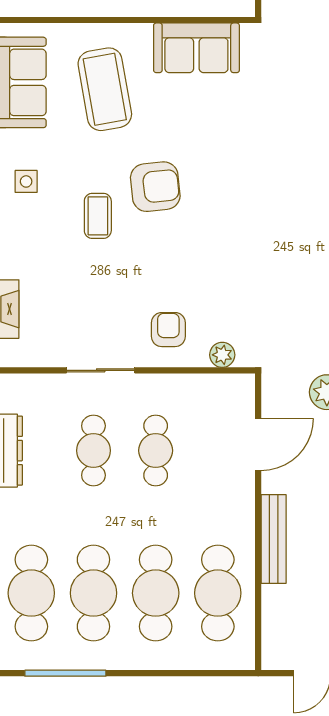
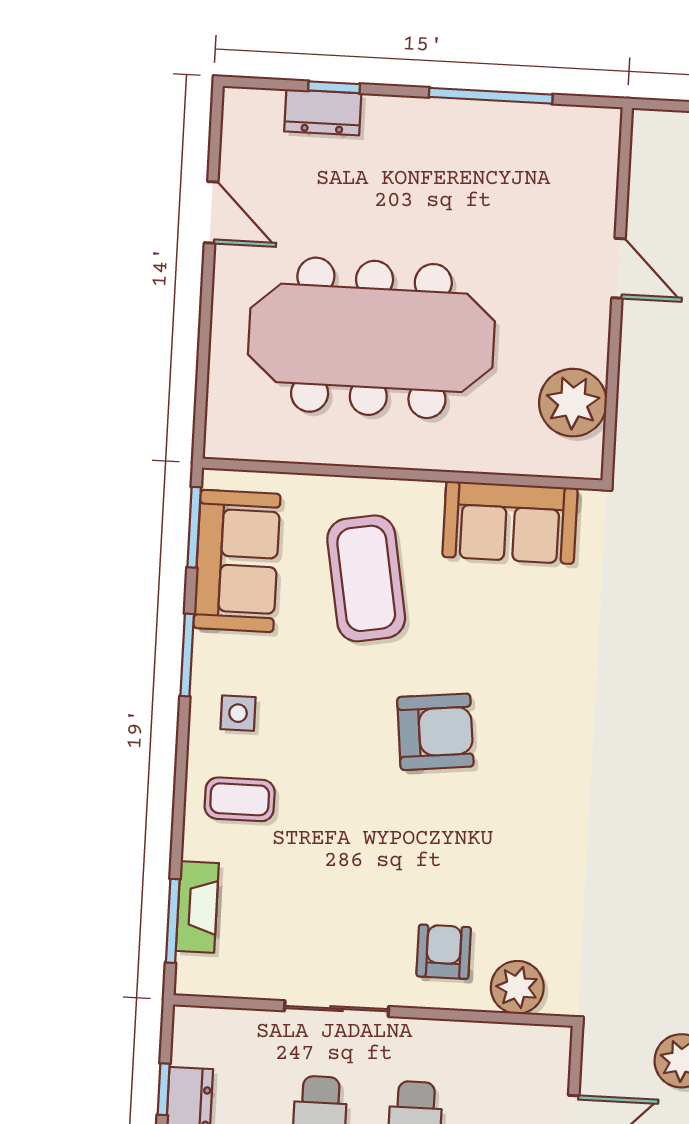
coffee table: (98, 216) -> (240, 799), moved, turned 90
plant: (222, 355) -> (517, 987), width x1.38, depth x1.38

